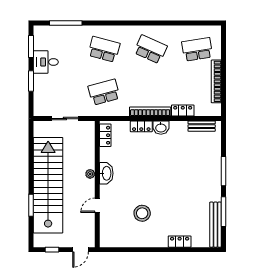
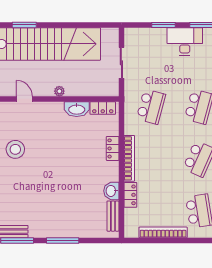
desk: (46, 62) -> (185, 41), width x1.37
school desk: (104, 92) -> (151, 107), turned 30
washbasin: (161, 128) -> (111, 191), moved
washbasin: (106, 173) -> (77, 109), moved

